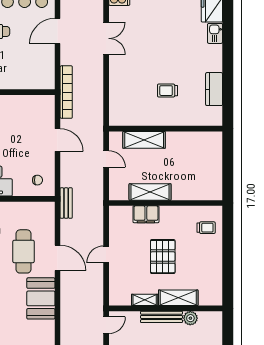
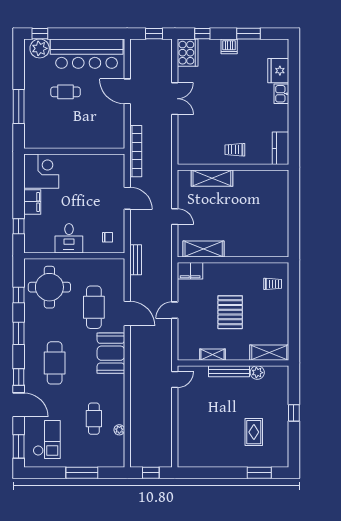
door: (58, 31) -> (127, 91), hinge flipped
wall: (166, 129) -> (233, 167), moved
shelving: (144, 140) -> (212, 178), moved
shelving: (150, 192) -> (204, 249), moved
filing cabinet: (146, 214) -> (190, 271), moved
shelving: (178, 298) -> (269, 353), moved

